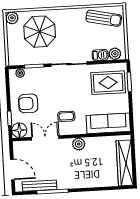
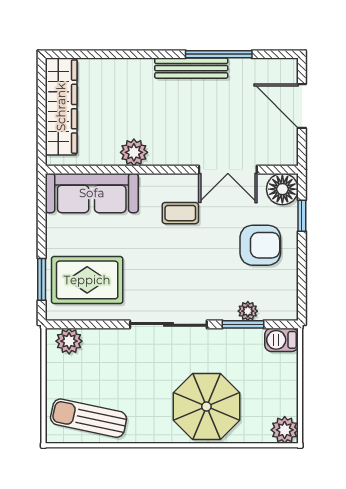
parasol: (40, 32) -> (206, 407), moved
barbecue: (100, 55) -> (282, 340), moved
plant: (20, 73) -> (248, 311), moved
plant: (79, 144) -> (134, 152), moved
bench: (39, 186) -> (191, 68), moved

